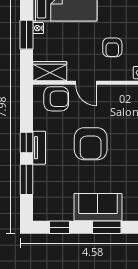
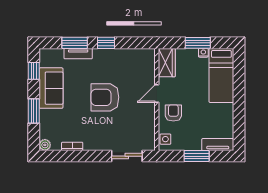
armchair: (112, 47) -> (173, 113), moved, turned 90
armchair: (56, 99) -> (143, 68), removed
tv unit: (39, 148) -> (78, 54), moved
sofa: (98, 207) -> (51, 88), moved

